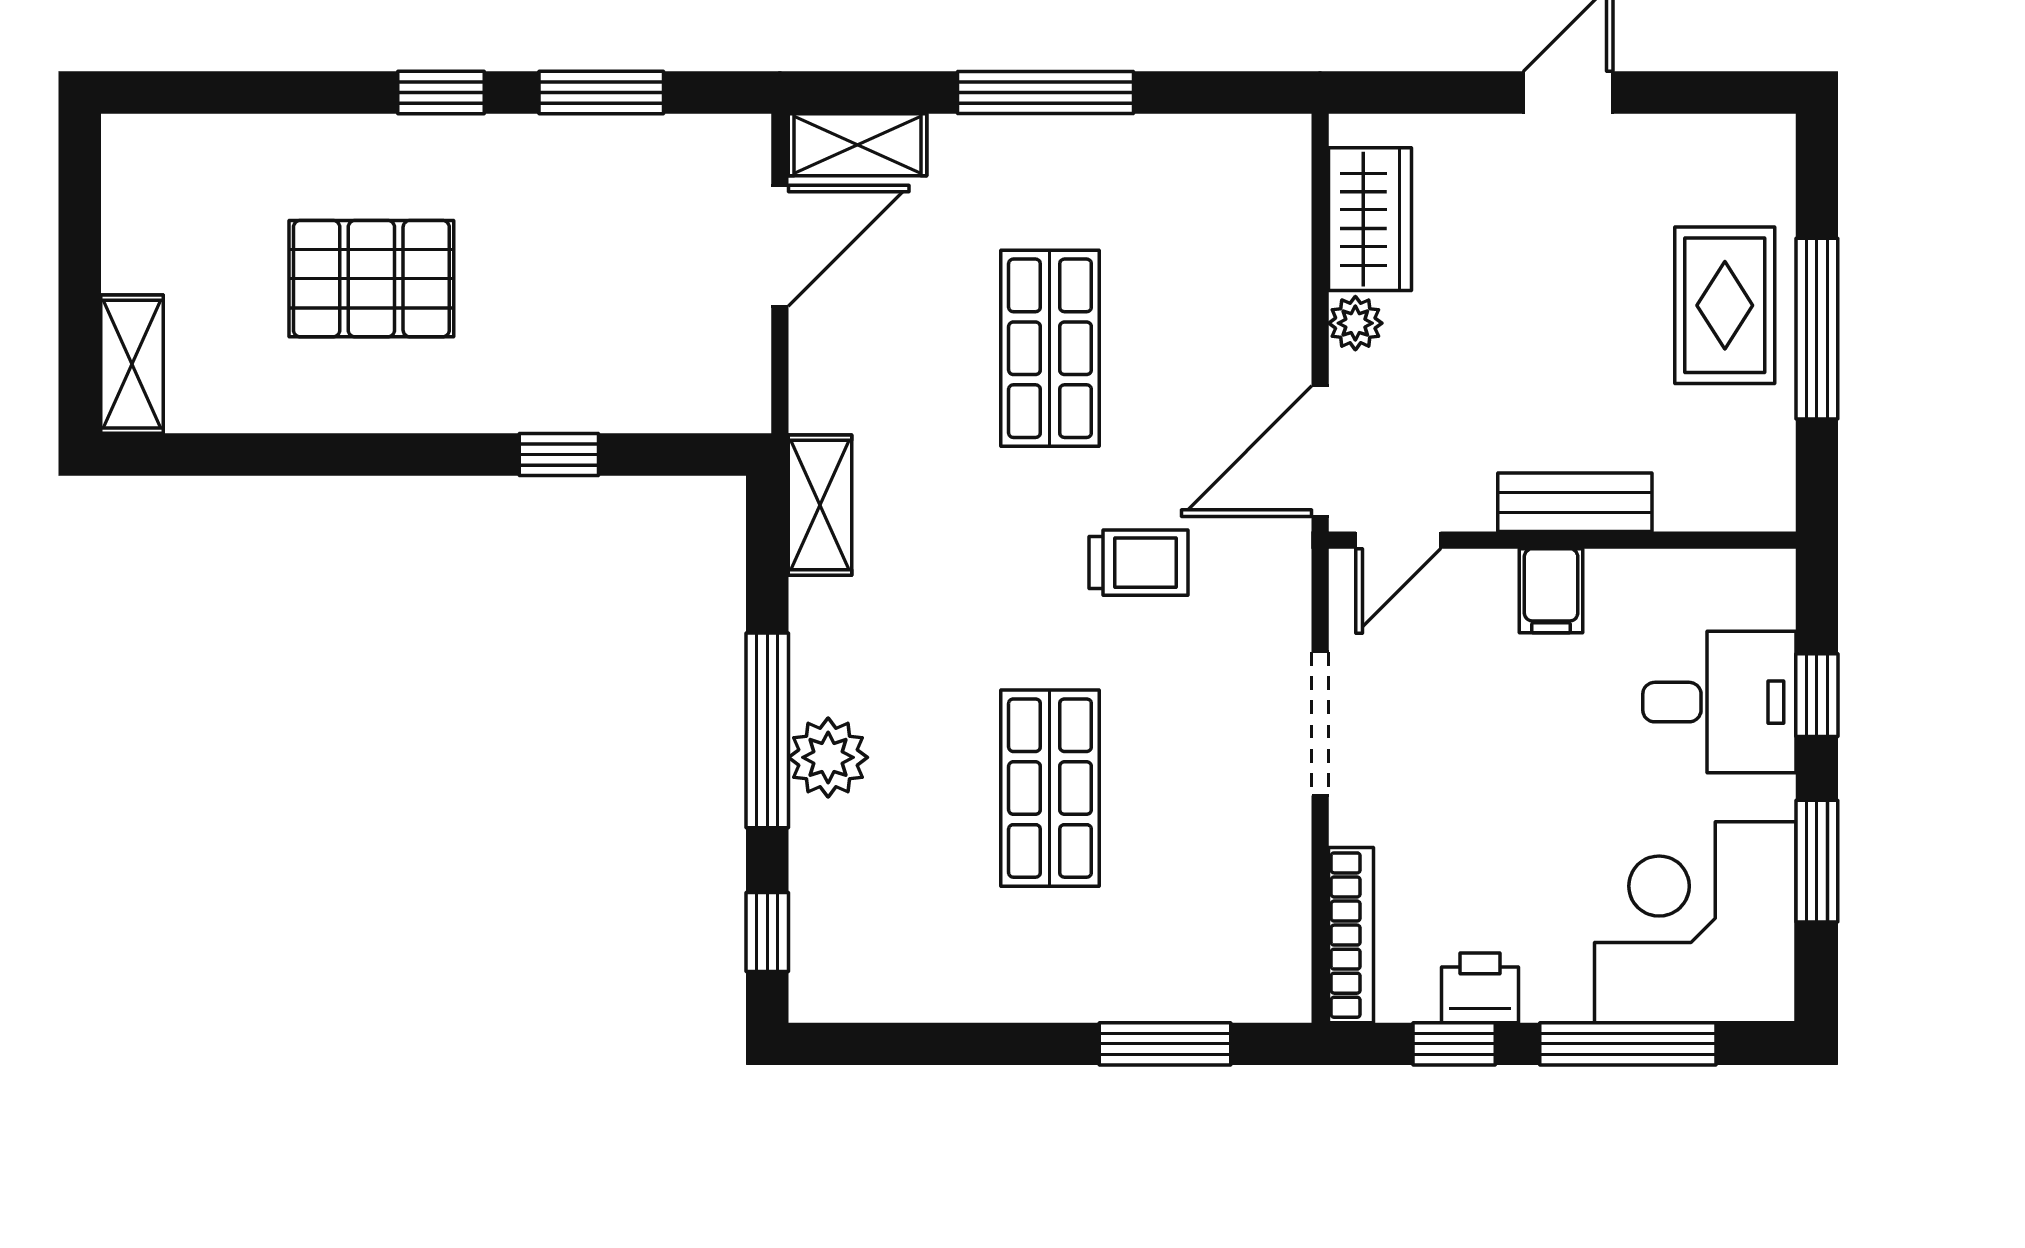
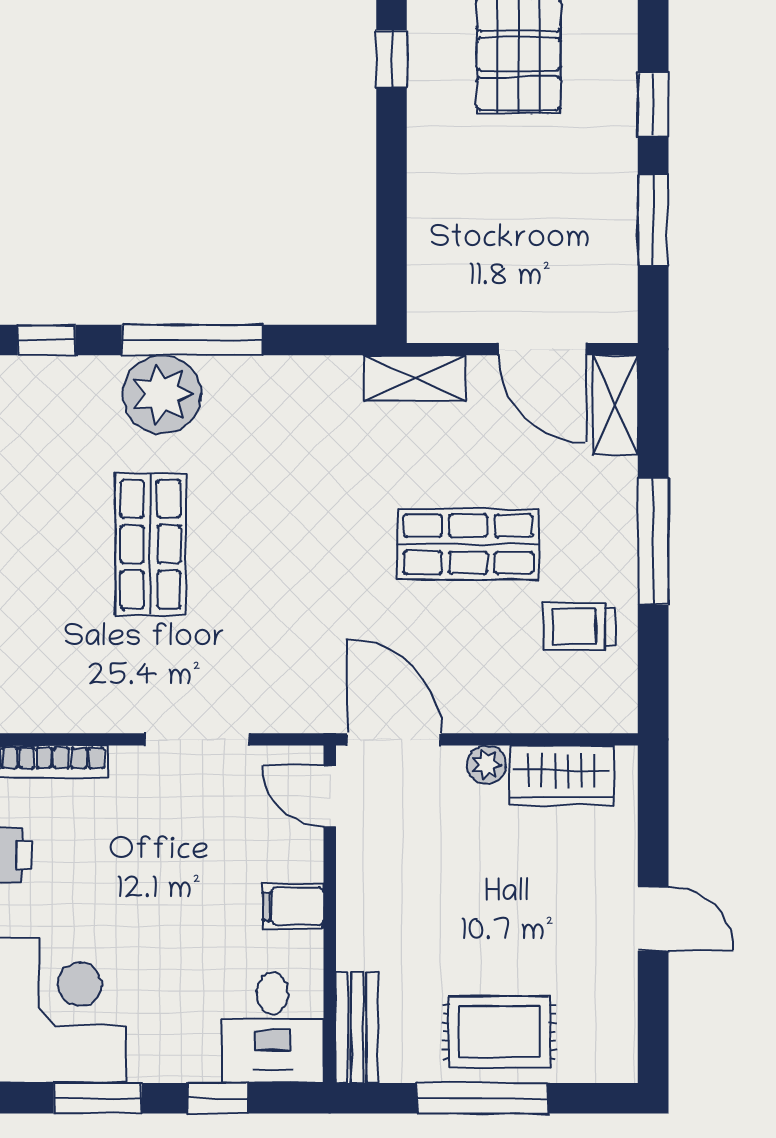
window: (559, 454) -> (392, 59), moved
bench: (1575, 502) -> (357, 1027), moved
shelving: (820, 505) -> (415, 378), moved
trolley: (1139, 563) -> (579, 626), moved, turned 90
desk: (1719, 702) -> (272, 1028), moved
plant: (828, 757) -> (162, 394), width x1.36, depth x1.36
shop shelf: (1050, 788) -> (151, 544), turned 90

